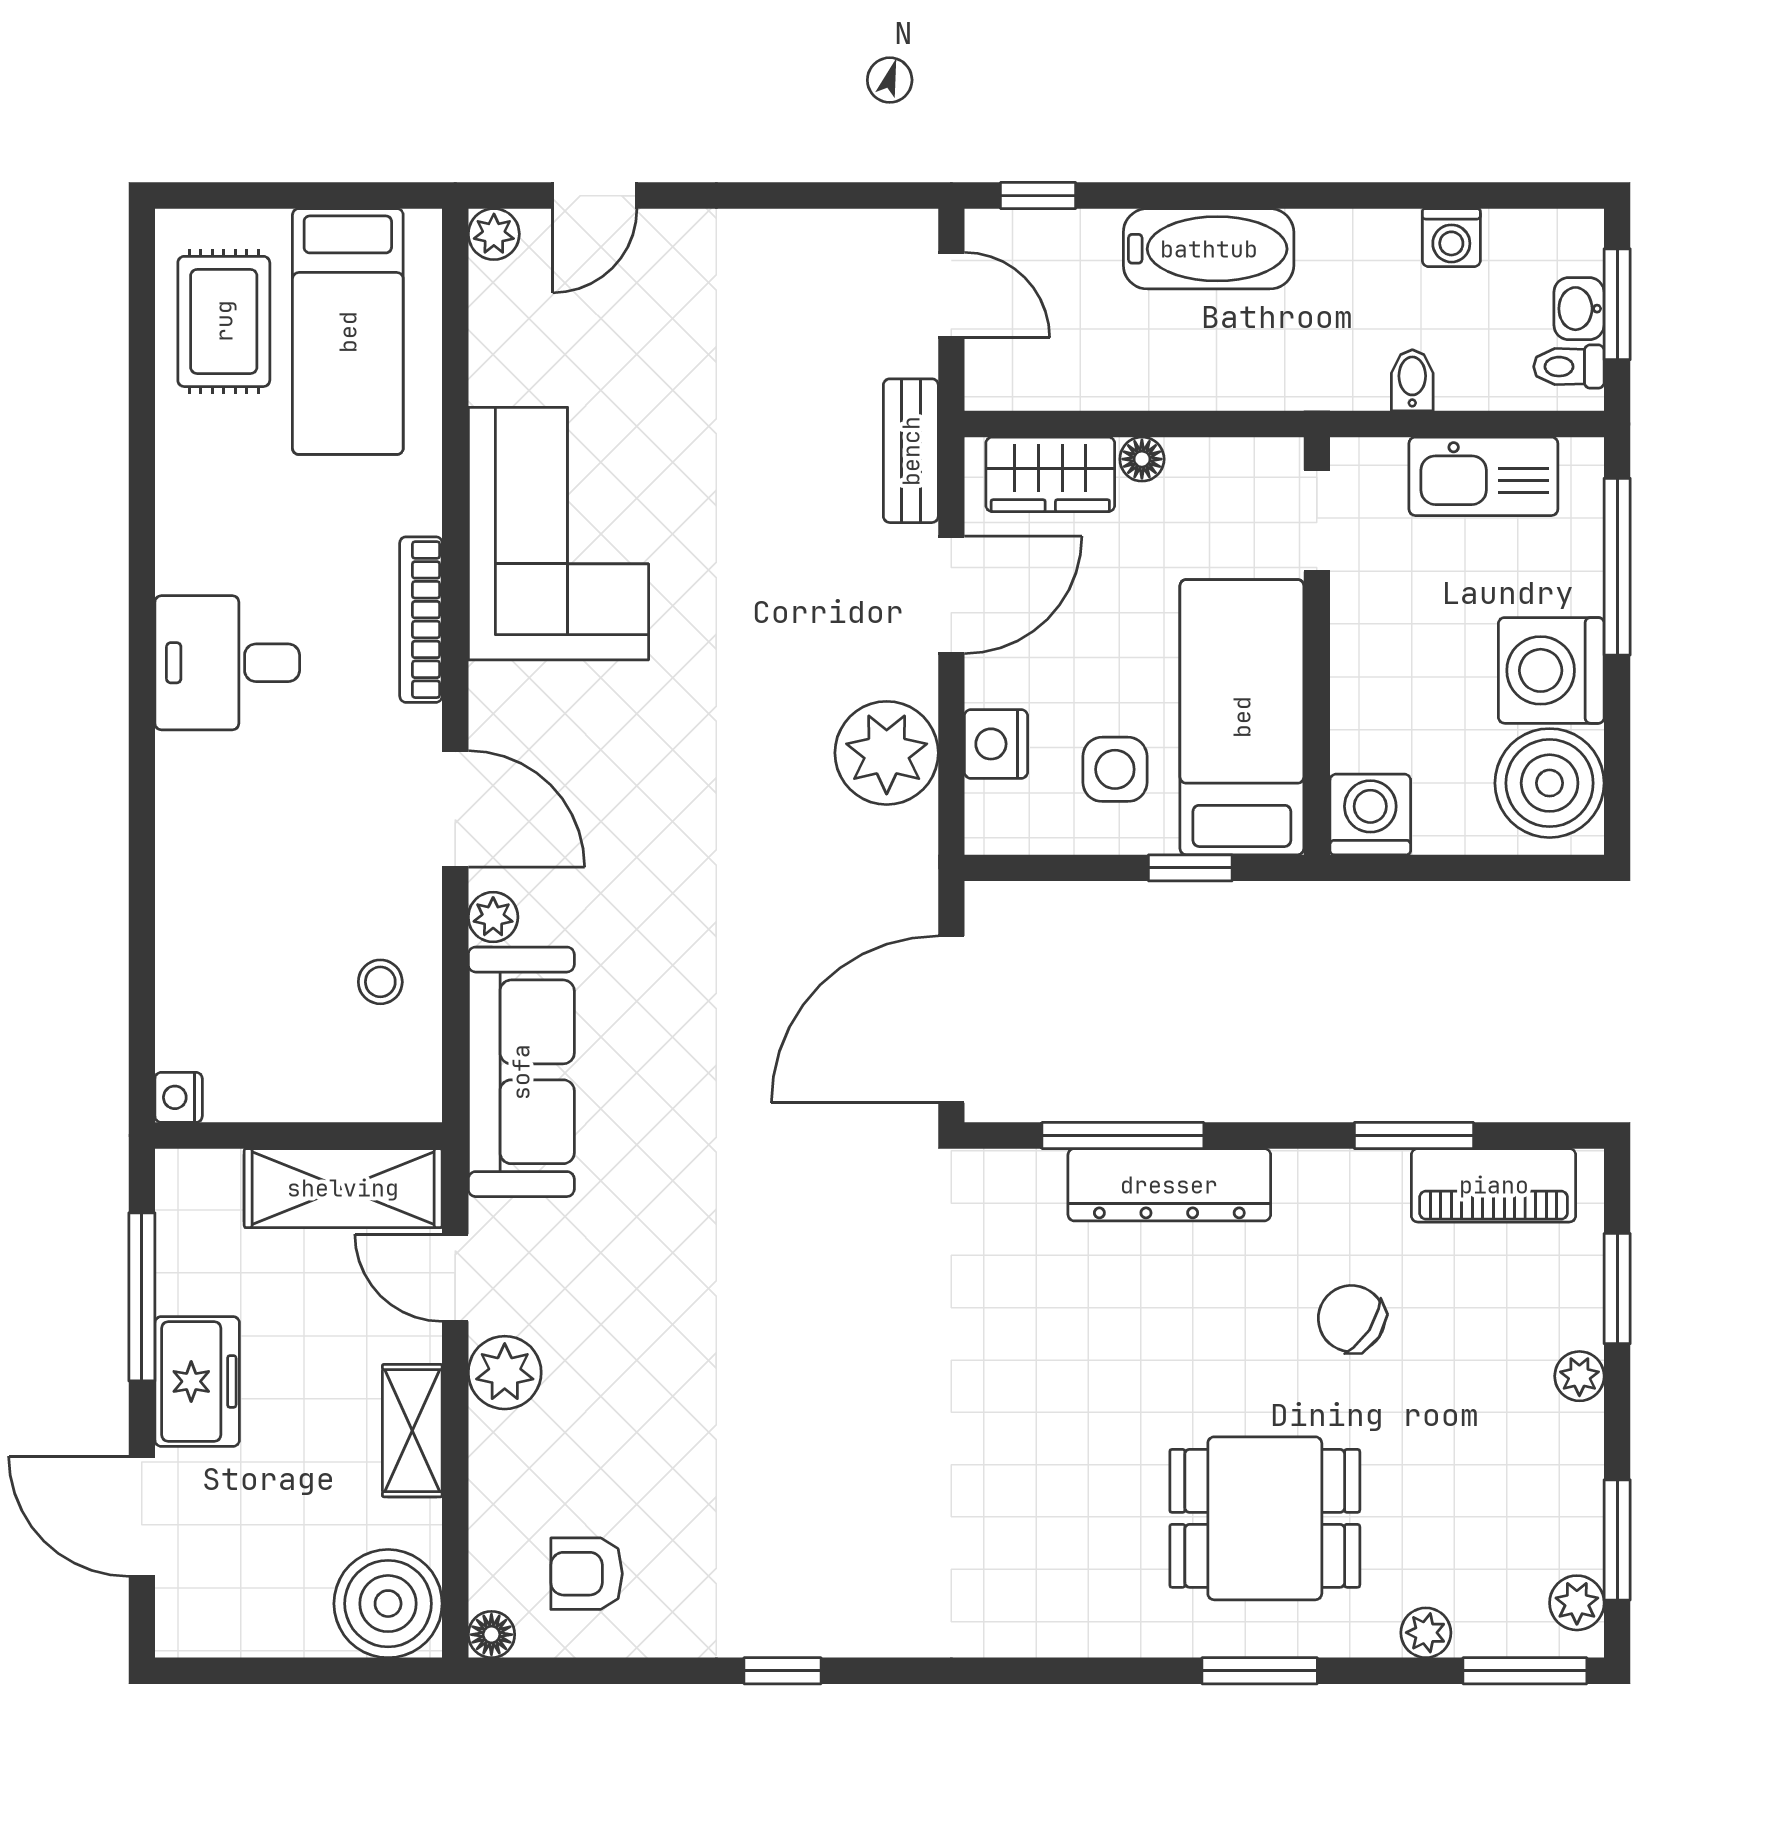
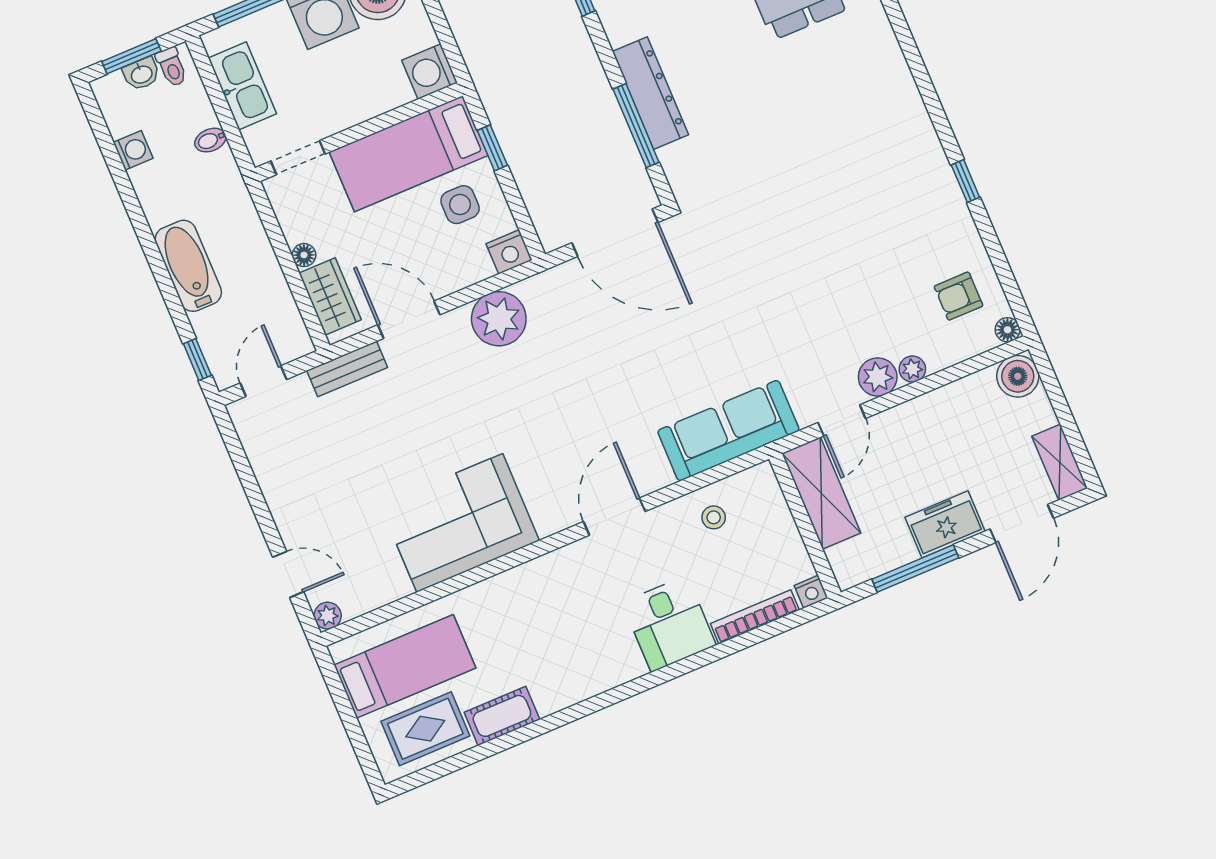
cot: (189, 465) -> (502, 716), added
bookcase: (421, 620) -> (755, 617), moved, turned 180
desk: (227, 663) -> (669, 624), moved
nightstand: (996, 744) -> (509, 252), moved
plant: (493, 917) -> (912, 369), moved
shelving: (412, 1431) -> (1060, 462), moved, turned 90
armchair: (587, 1574) -> (958, 296), turned 90
boiler: (388, 1604) -> (1018, 376), width x0.73, depth x0.73

